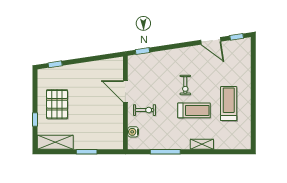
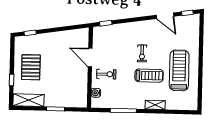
treadmill: (229, 104) -> (179, 70), width x1.37, depth x1.38

